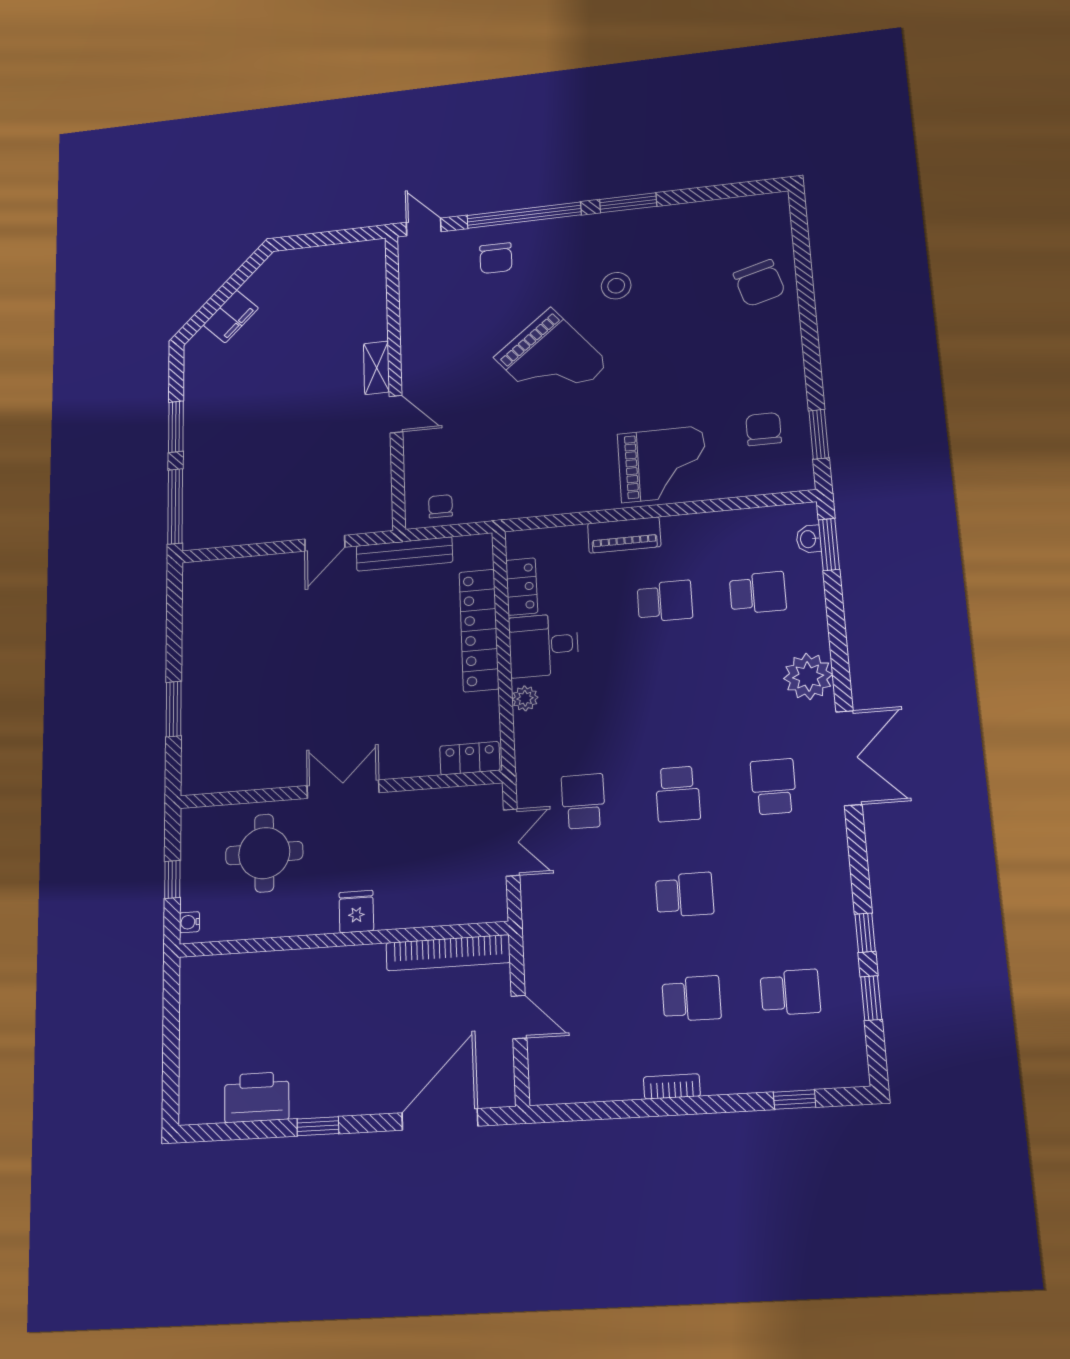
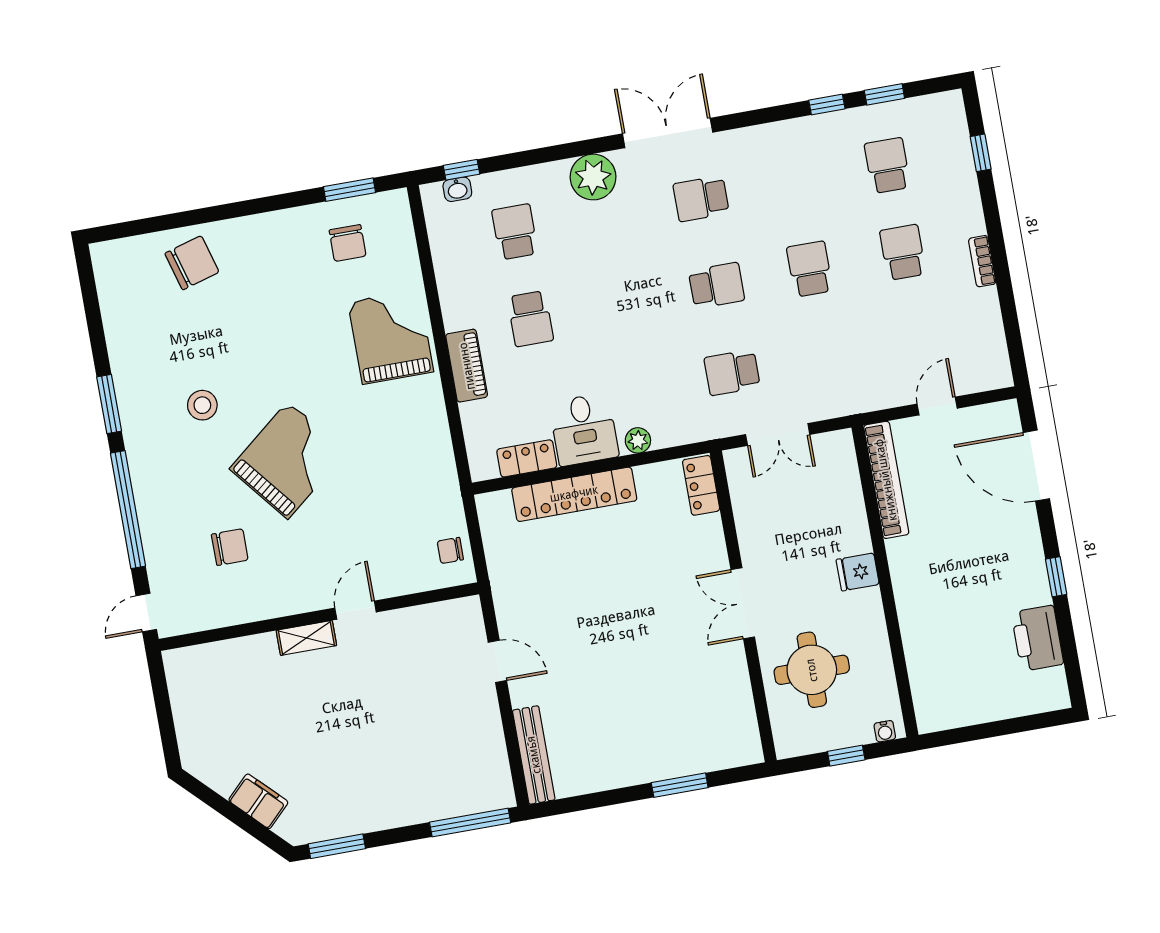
chair: (496, 258) -> (230, 547), moved
window: (176, 427) -> (337, 846), moved
chair: (764, 429) -> (348, 243), turned -90
window: (829, 545) -> (461, 170), width x0.67
bench: (404, 554) -> (534, 755), moved
school desk: (665, 601) -> (530, 319), turned 180
double door: (512, 843) -> (778, 434), swing flipped

